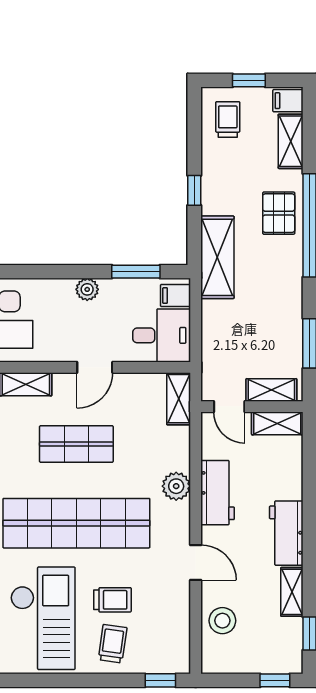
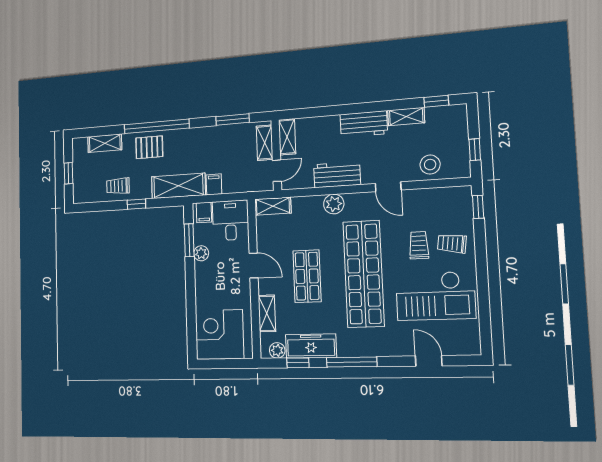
filing cabinet: (288, 101) -> (214, 184), moved, turned 180
trolley: (228, 119) -> (118, 186), moved
plant: (87, 289) -> (201, 253), moved
door: (196, 563) -> (388, 187), swing flipped
checkout: (43, 618) -> (435, 296), turned 180
window: (275, 680) -> (475, 150), moved

